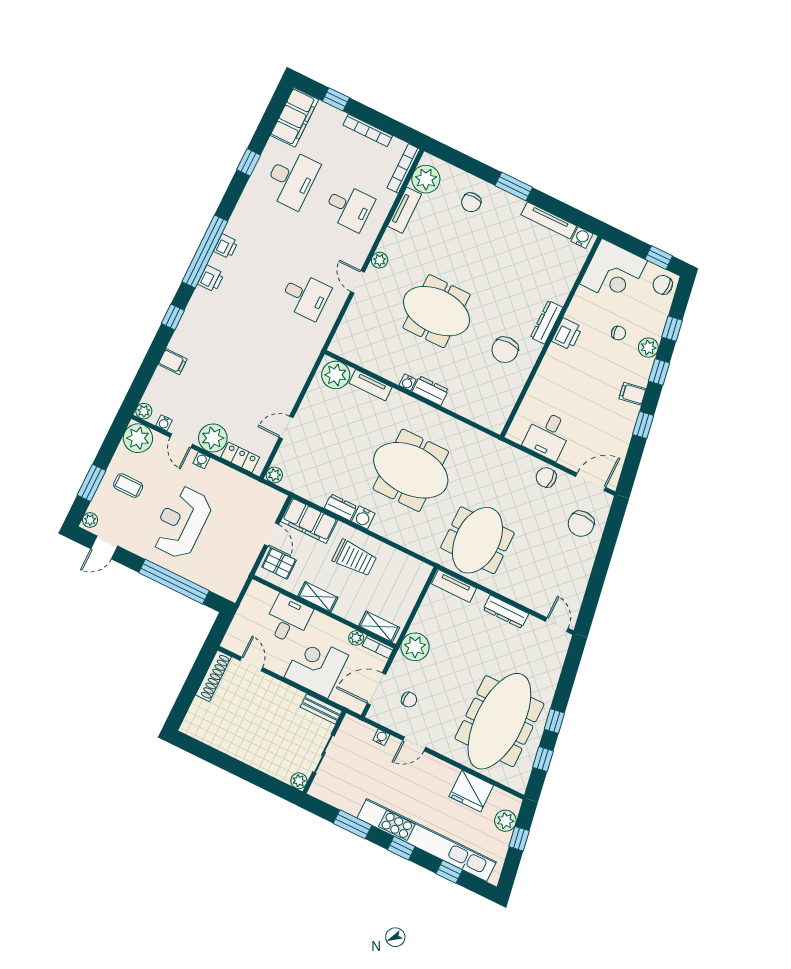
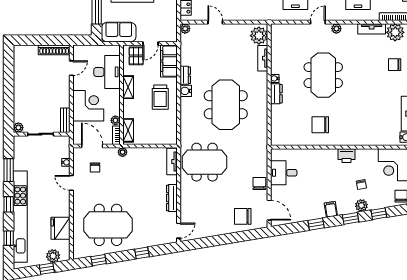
dresser: (546, 322) -> (347, 141), removed
sofa: (233, 572) -> (119, 32), added
desk: (288, 619) -> (107, 72), width x1.37
plant: (415, 647) -> (123, 152), width x0.53, depth x0.53
meeting table: (499, 721) -> (108, 225), width x0.73
window: (554, 721) -> (142, 253), moved

